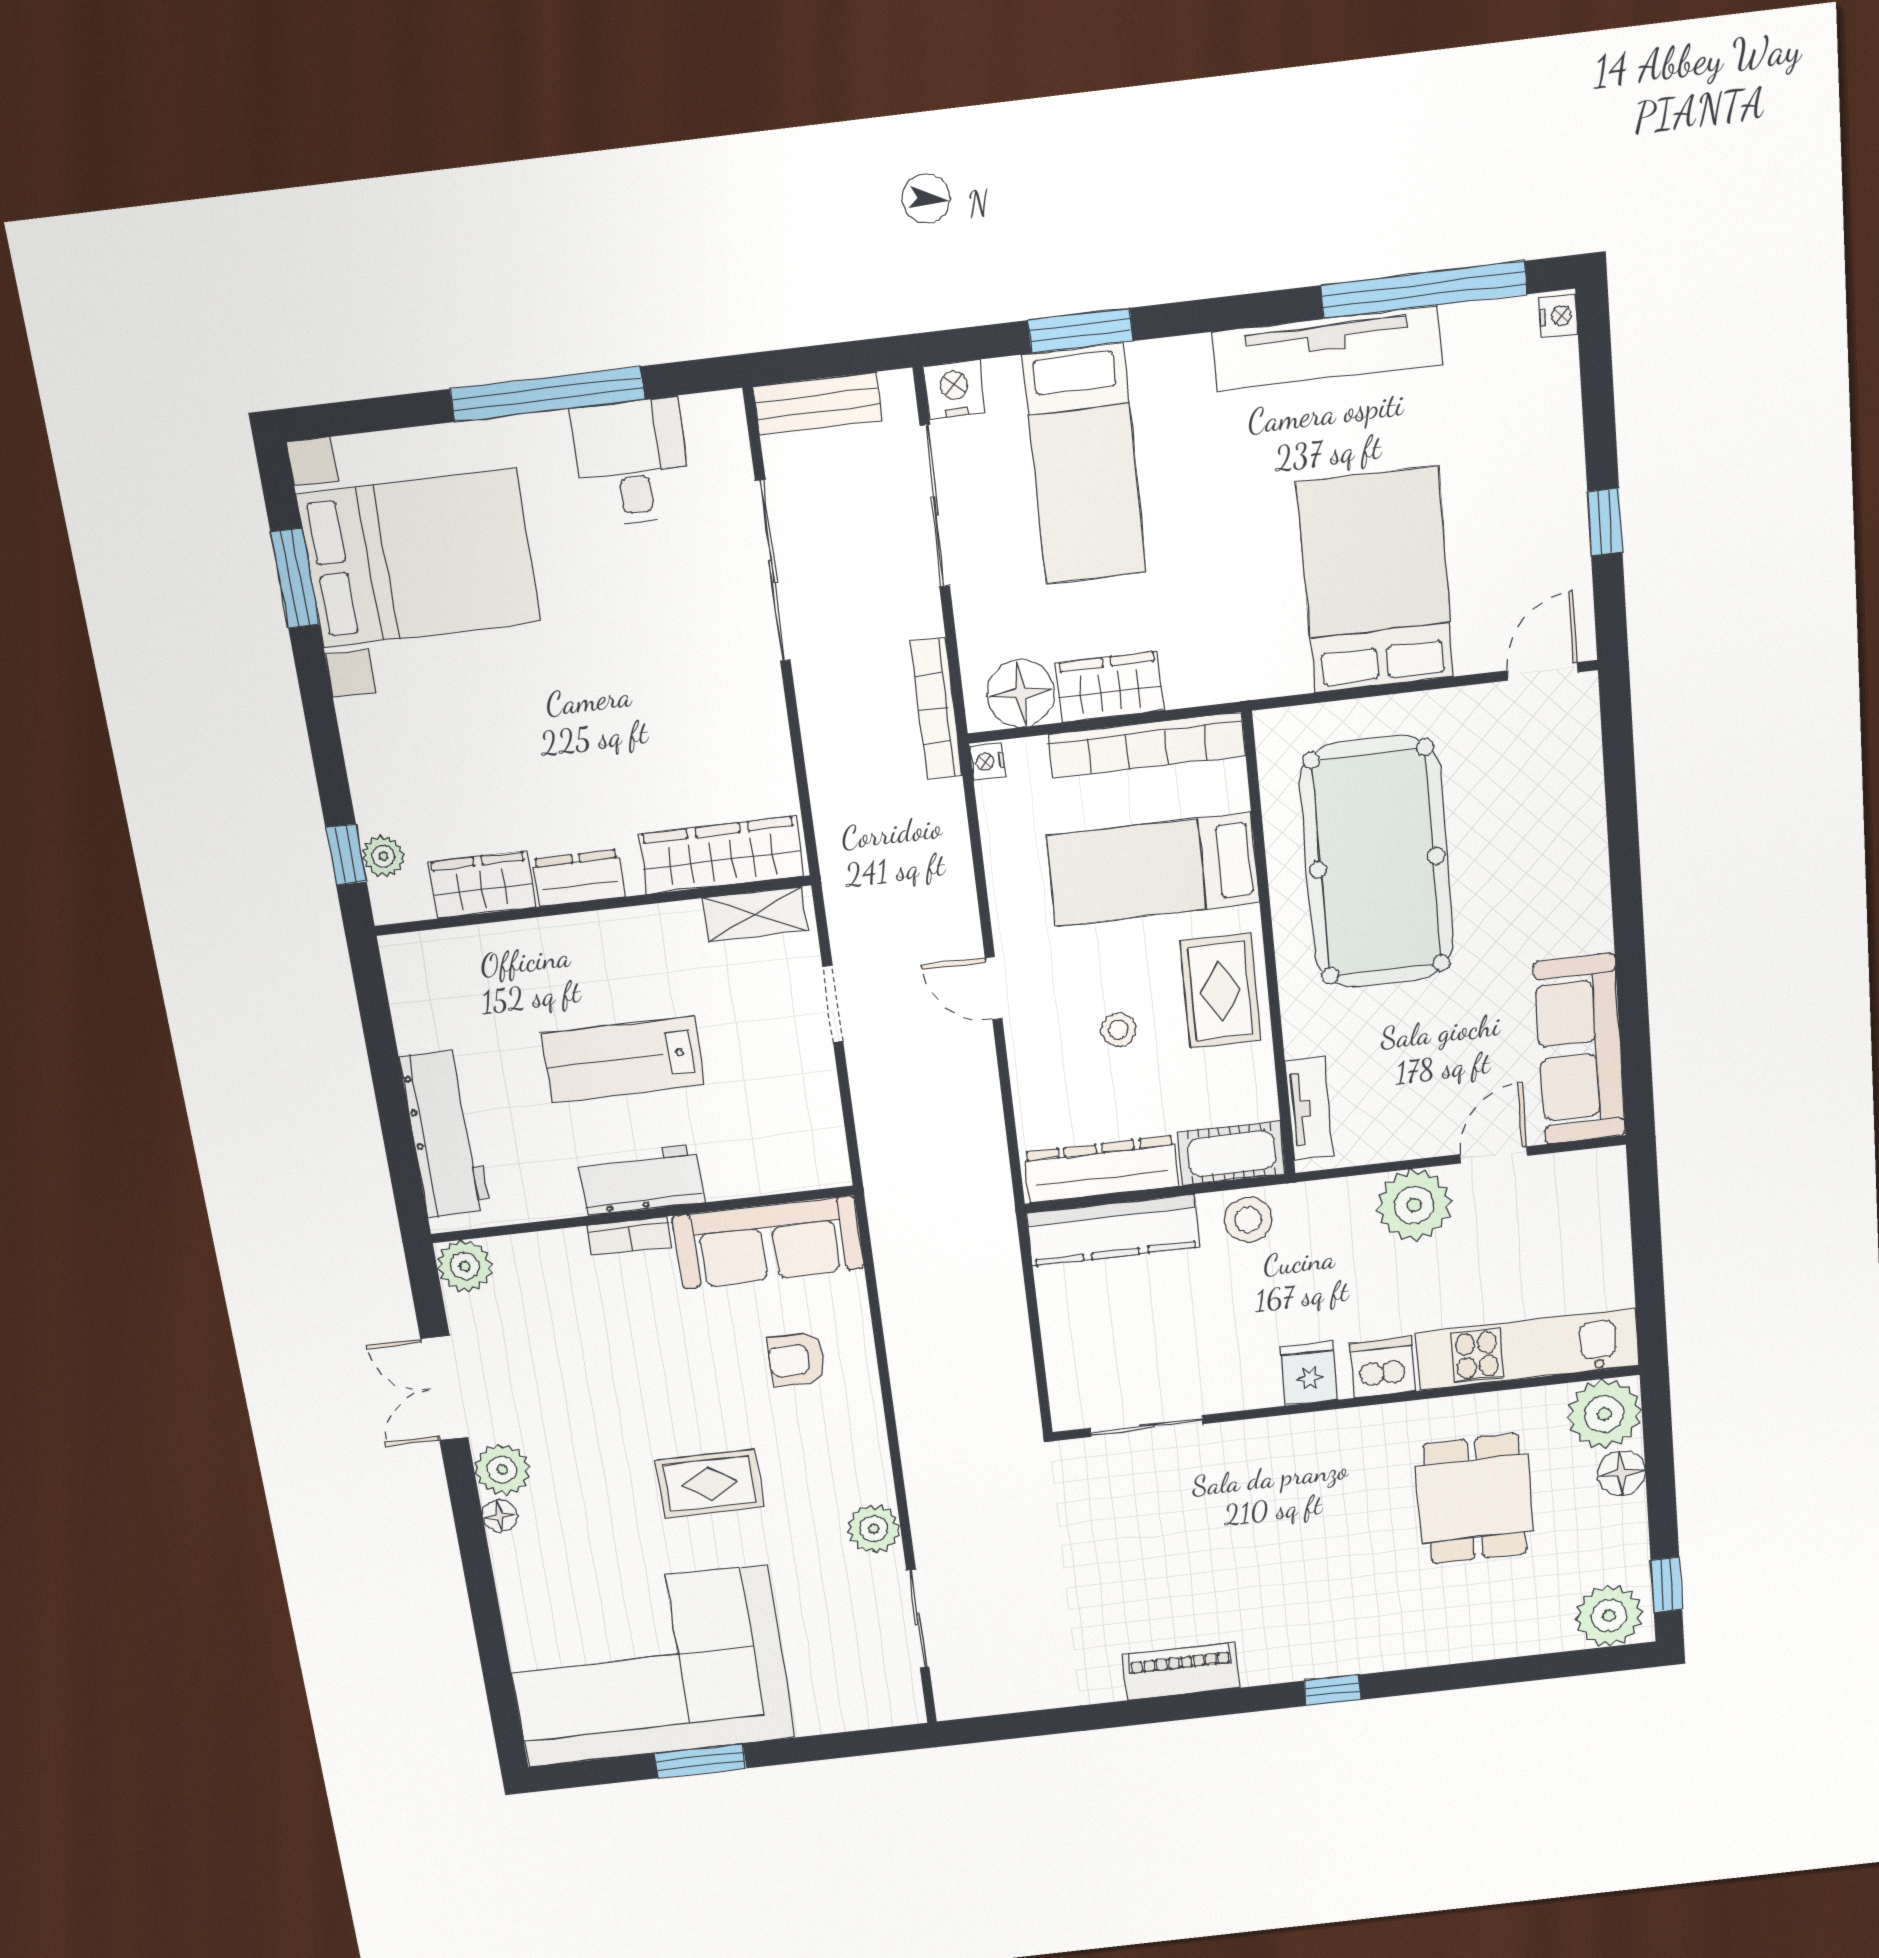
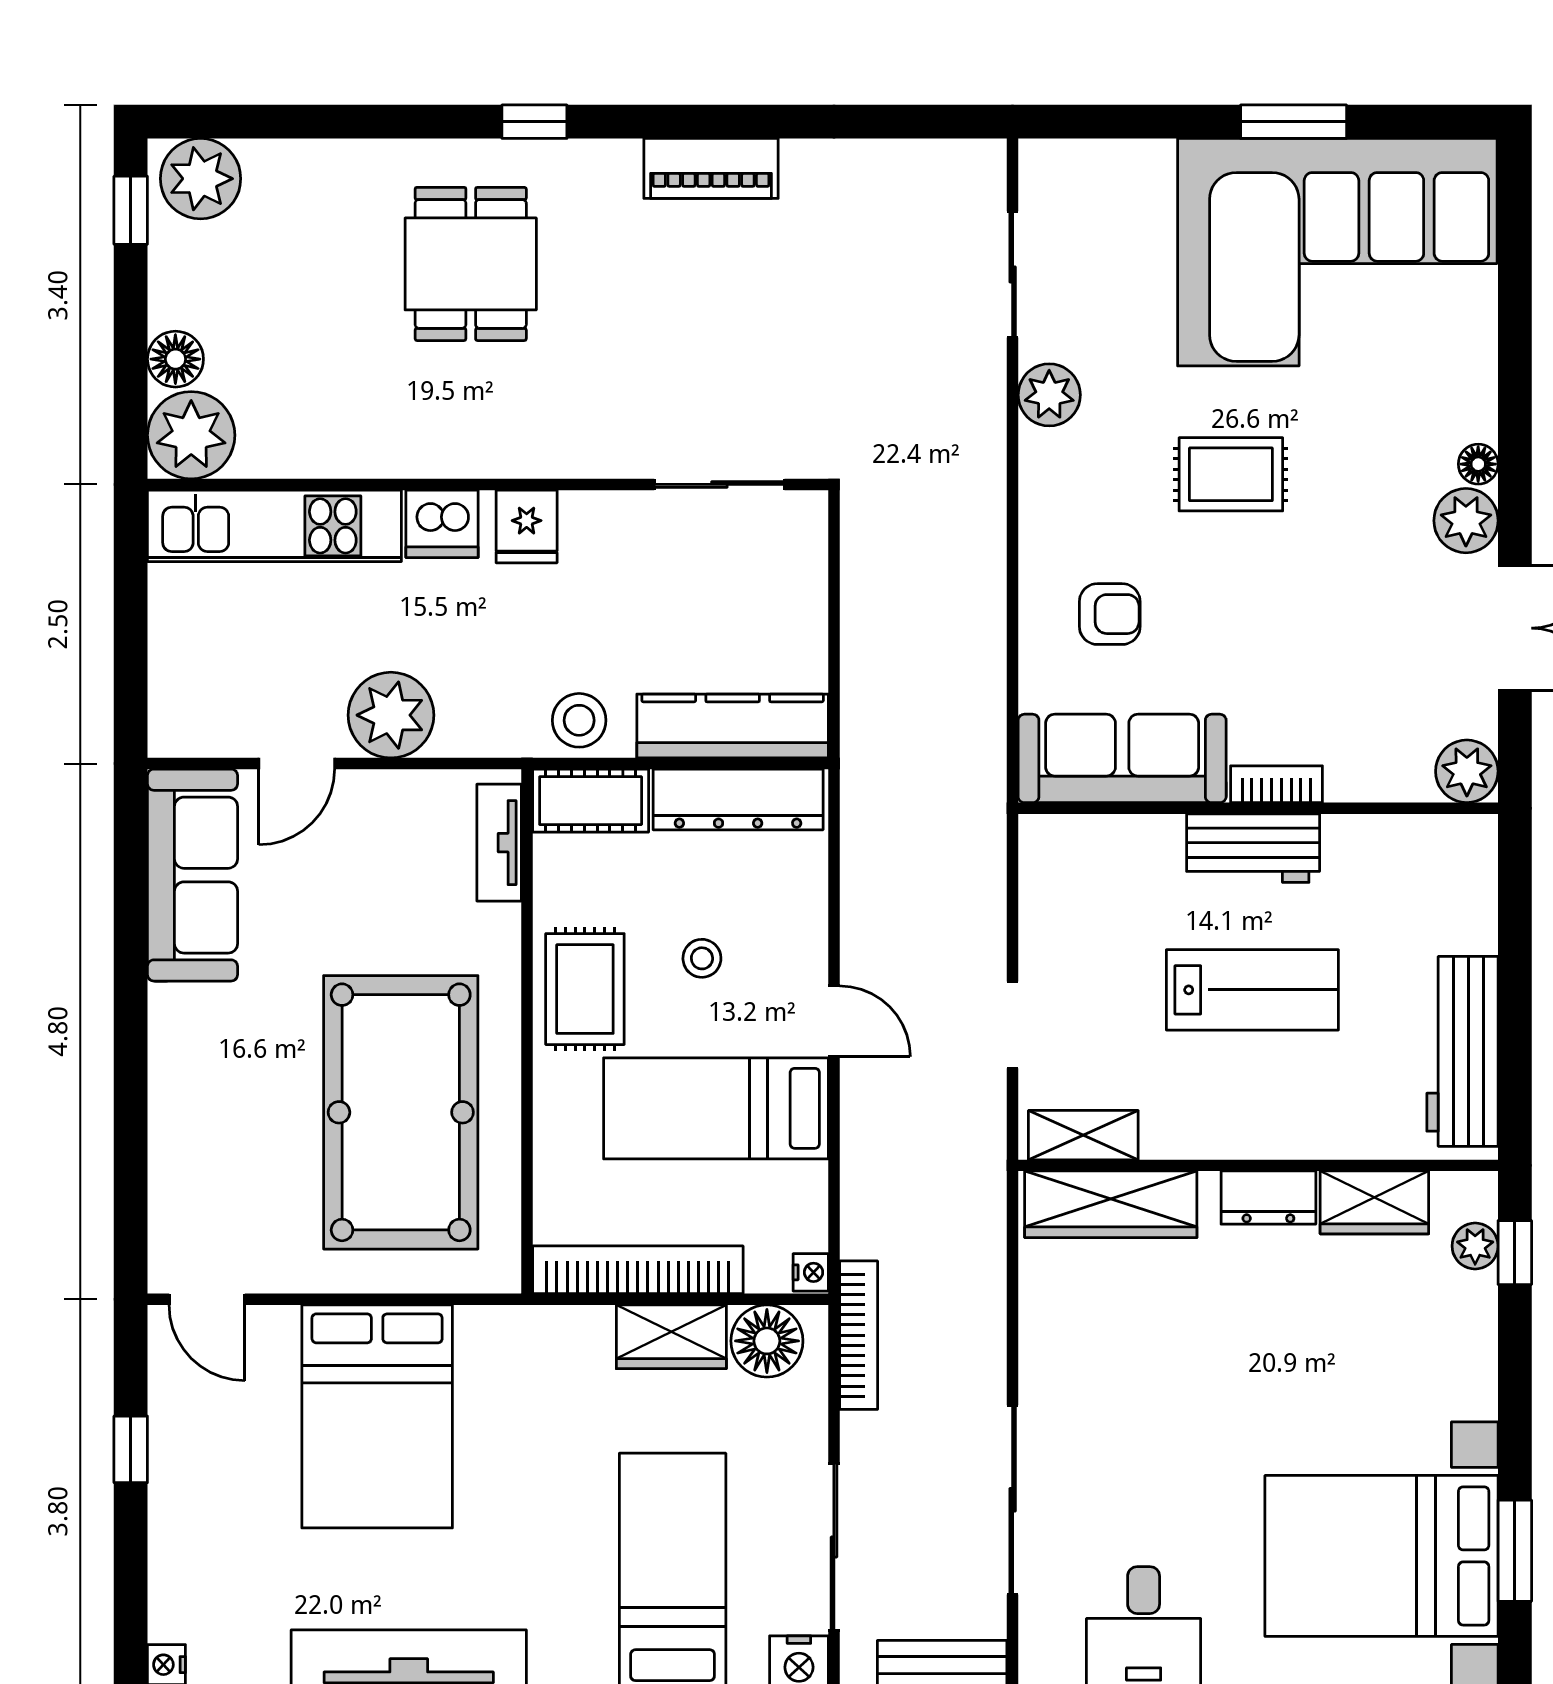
door: (1542, 671) -> (207, 1299), hinge flipped
bed: (1153, 869) -> (716, 1108), moved, turned 180
workbench: (445, 1134) -> (1462, 1051), moved
dining table: (1475, 1499) -> (471, 264), moved

